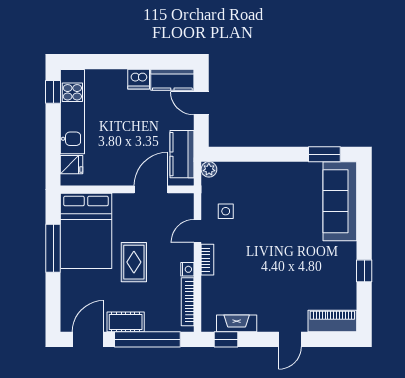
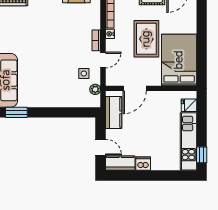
plant: (209, 169) -> (95, 89), moved
window: (53, 248) -> (202, 48), removed
rug: (134, 262) -> (146, 39), width x1.36, depth x1.43

